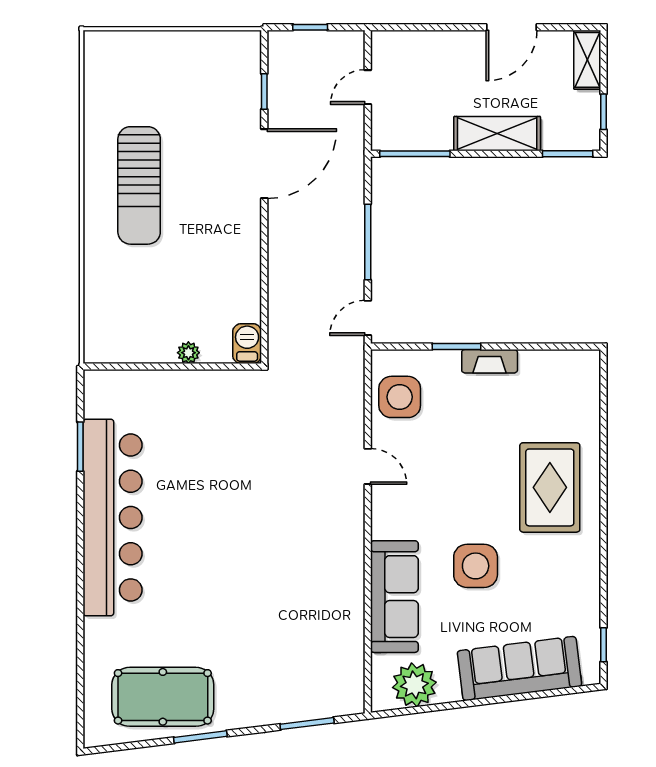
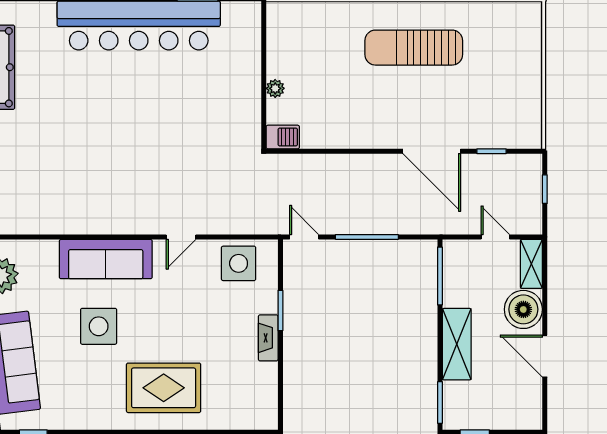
boiler: (455, 53) -> (523, 309), added
shelving: (587, 60) -> (531, 264), moved, turned 90
sofa: (394, 597) -> (106, 259), moved

